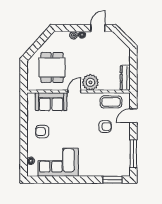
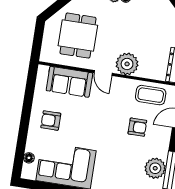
door: (74, 91) -> (103, 73), swing flipped
plant: (123, 154) -> (155, 168), added

